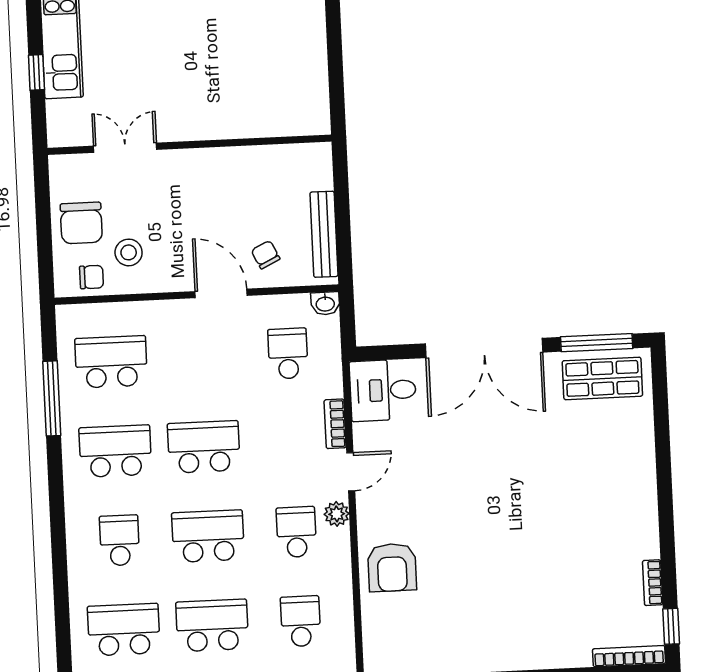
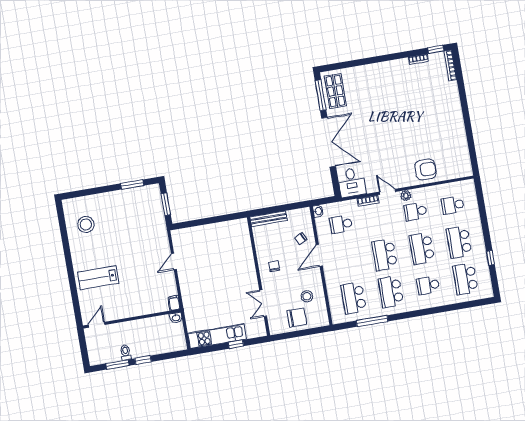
bench: (324, 234) -> (269, 219), moved
chair: (92, 277) -> (274, 266), moved

